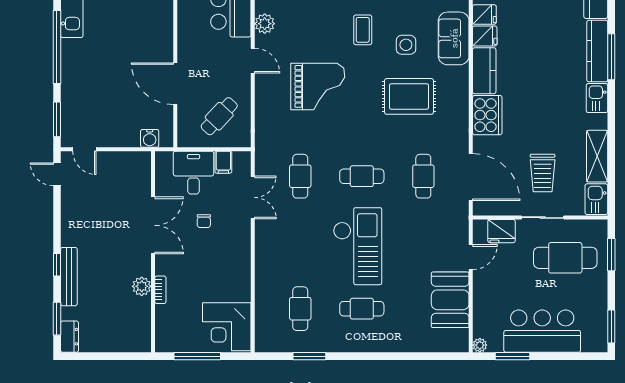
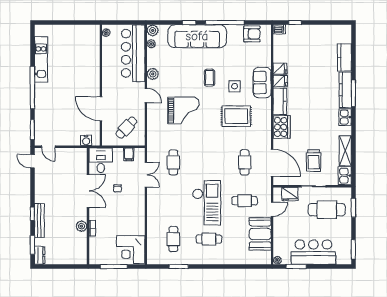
desk: (194, 173) -> (101, 160), moved
cafe table: (362, 176) -> (245, 201), moved

